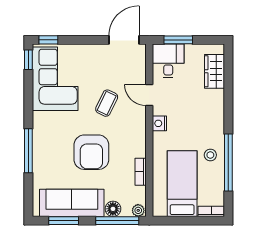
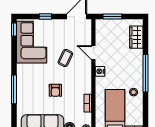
window: (48, 40) -> (45, 16), moved
desk: (168, 61) -> (106, 30), removed
armchair: (91, 152) -> (55, 90), width x0.53, depth x0.53
window: (228, 162) -> (145, 73), moved

